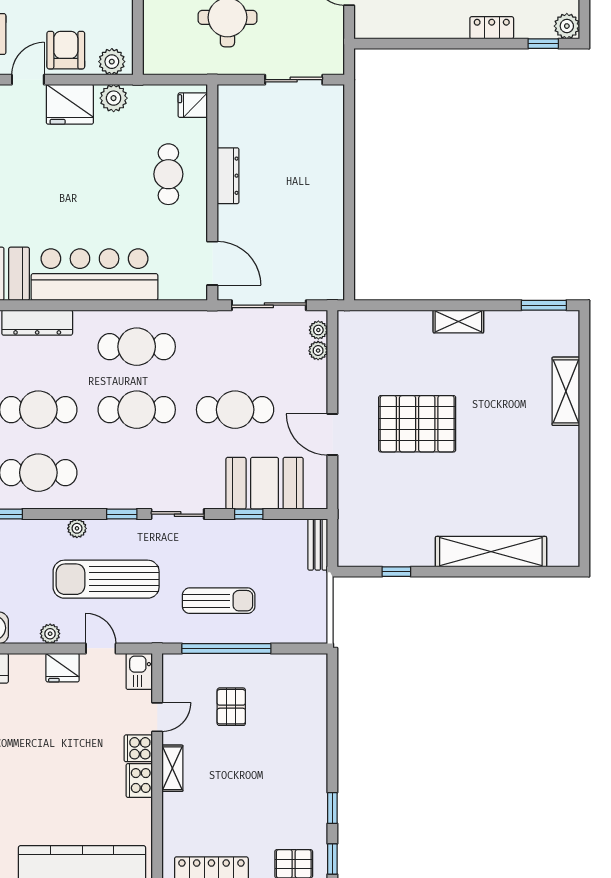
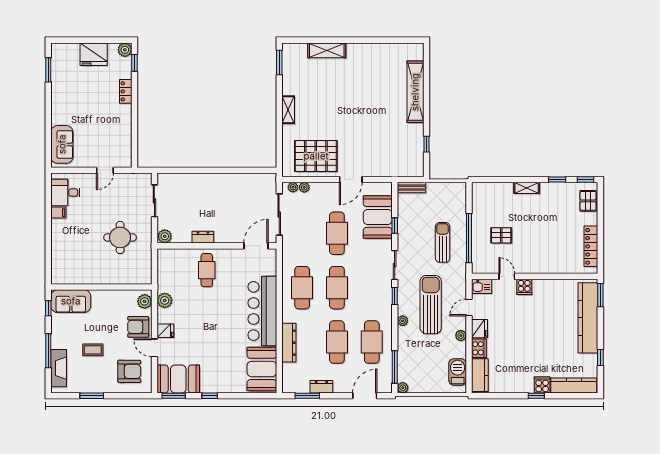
plant: (230, 98) -> (165, 236), added
fridge: (70, 104) -> (165, 331), width x0.53, depth x0.75
fridge: (193, 105) -> (169, 257), removed
cafe table: (168, 174) -> (207, 270), turned 90
dresser: (228, 176) -> (203, 237), width x0.70
pallet: (417, 424) -> (316, 156), moved, turned 90
sun lounger: (106, 579) -> (431, 305), turned 180
shelving: (172, 768) -> (527, 188), moved
cooker: (139, 780) -> (479, 348), moved, turned -90

